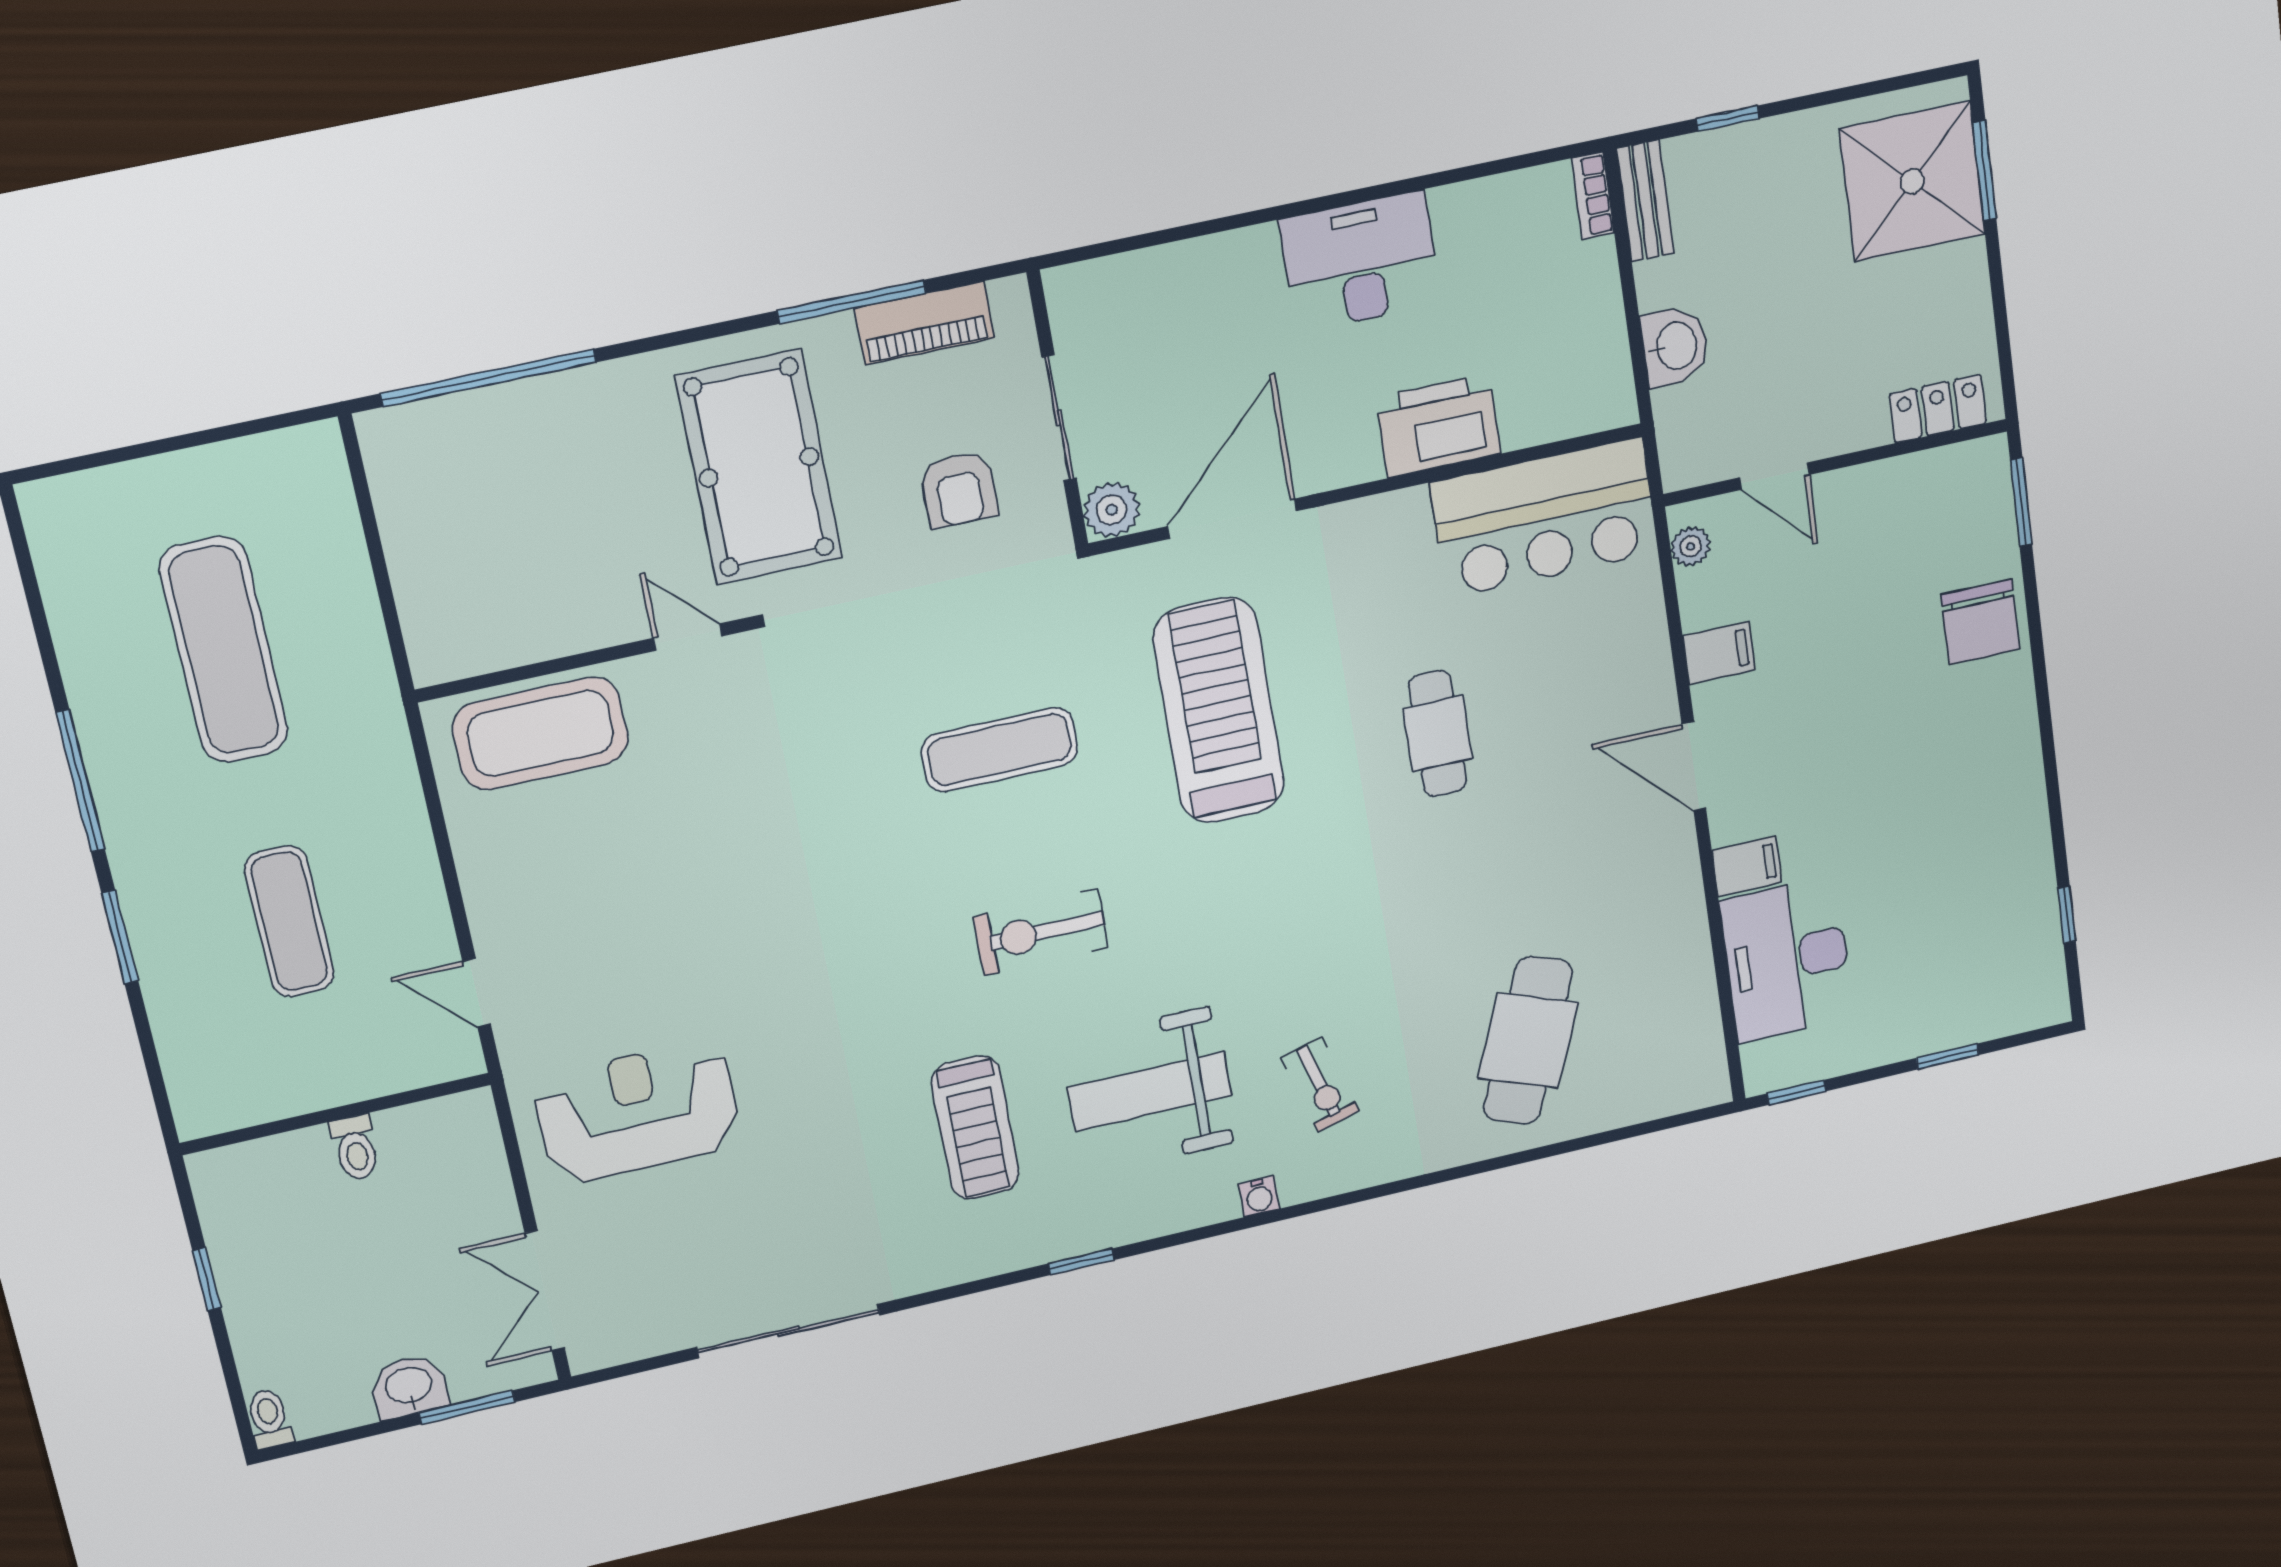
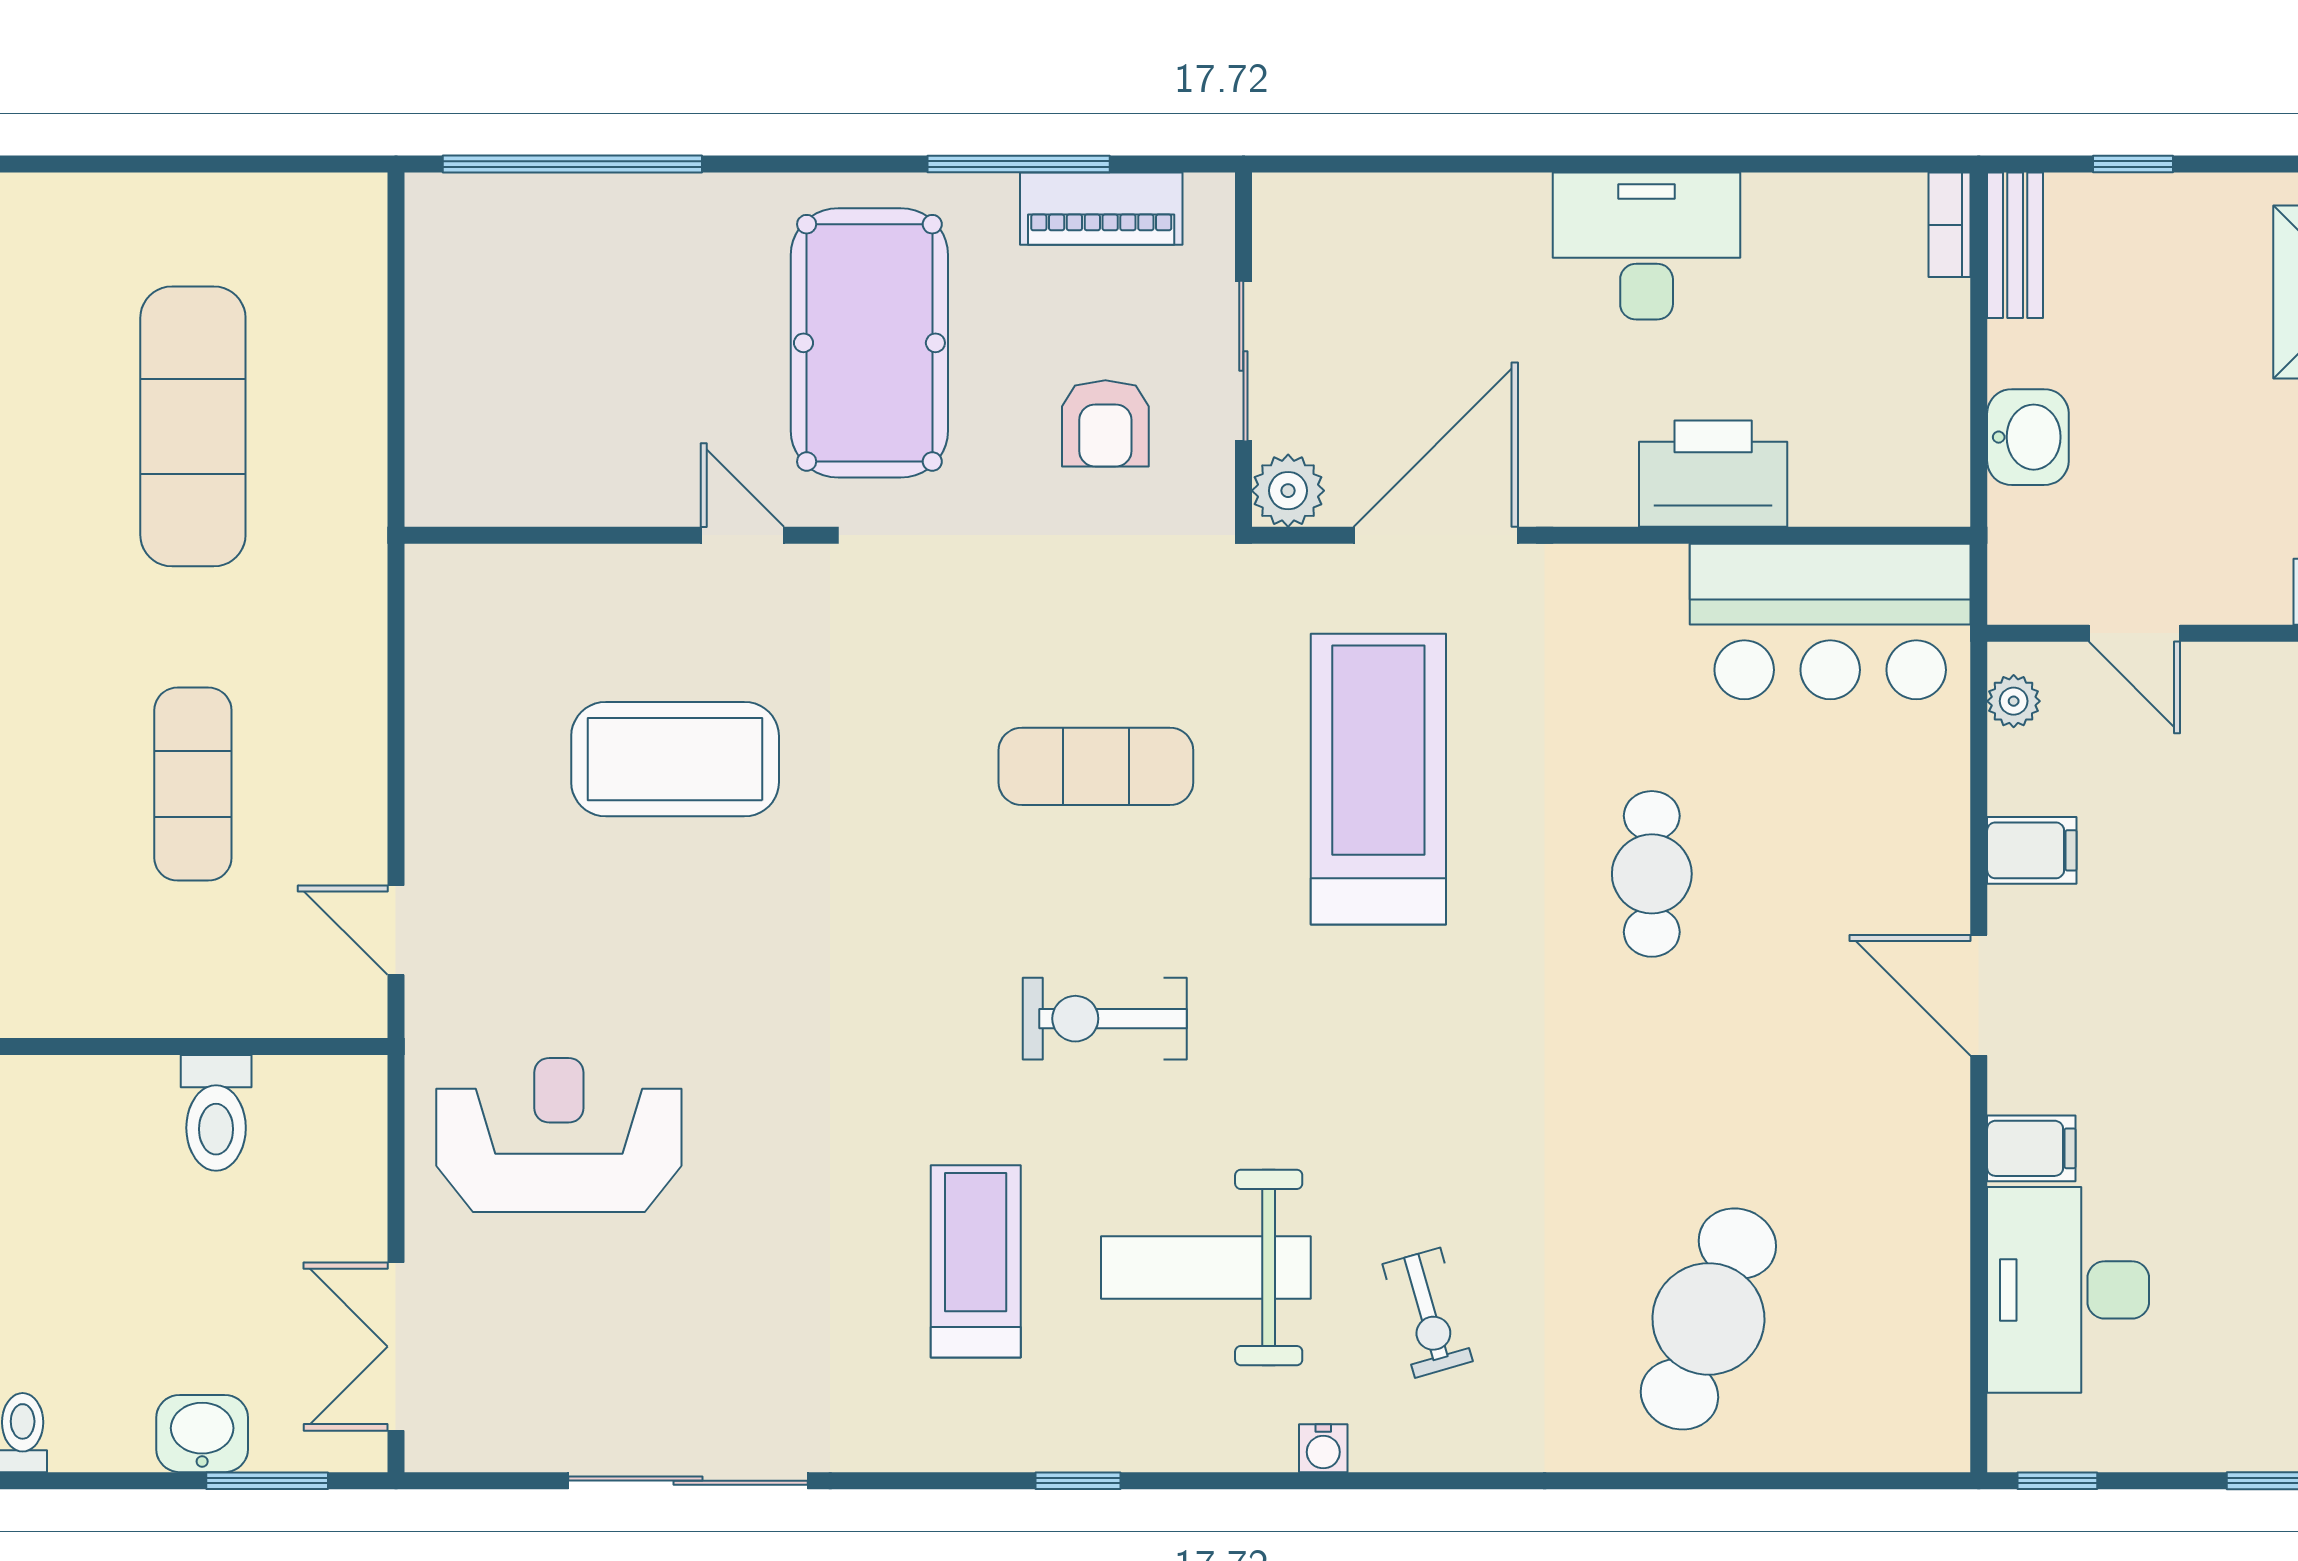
coffee table: (540, 733) -> (675, 759), moved
treadmill: (975, 1127) -> (976, 1261), turned 180
toilet: (355, 1148) -> (216, 1113), width x1.37, depth x1.39

